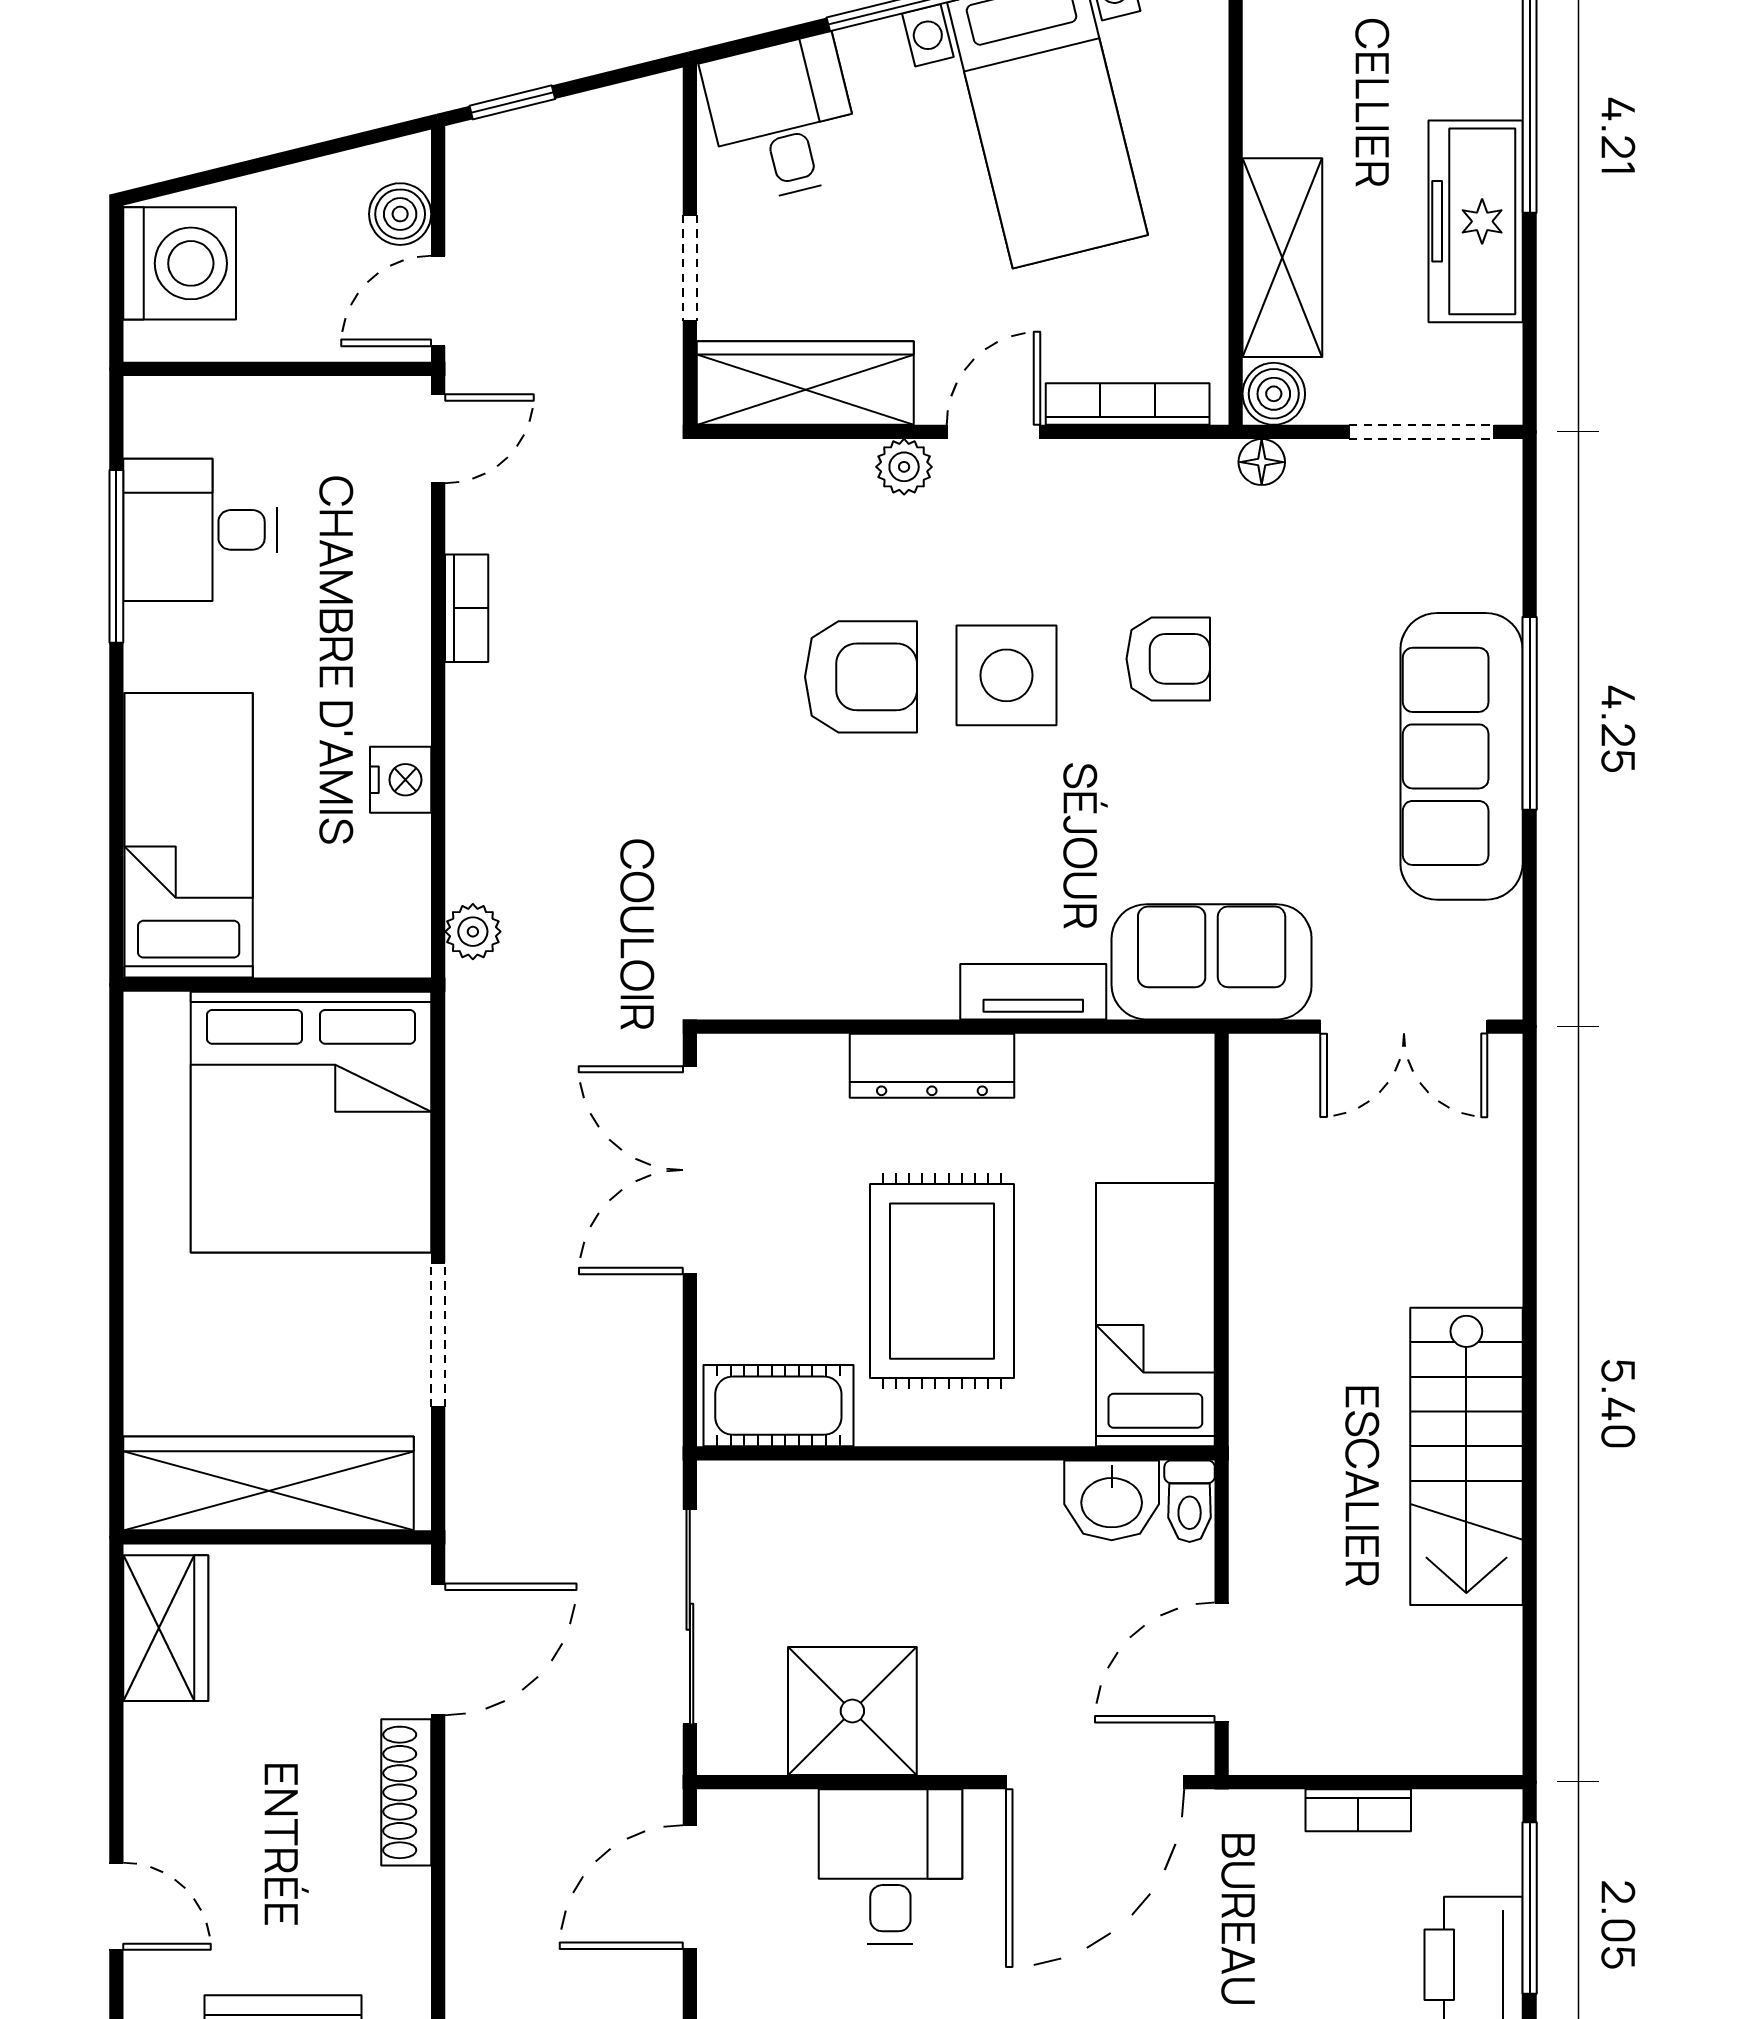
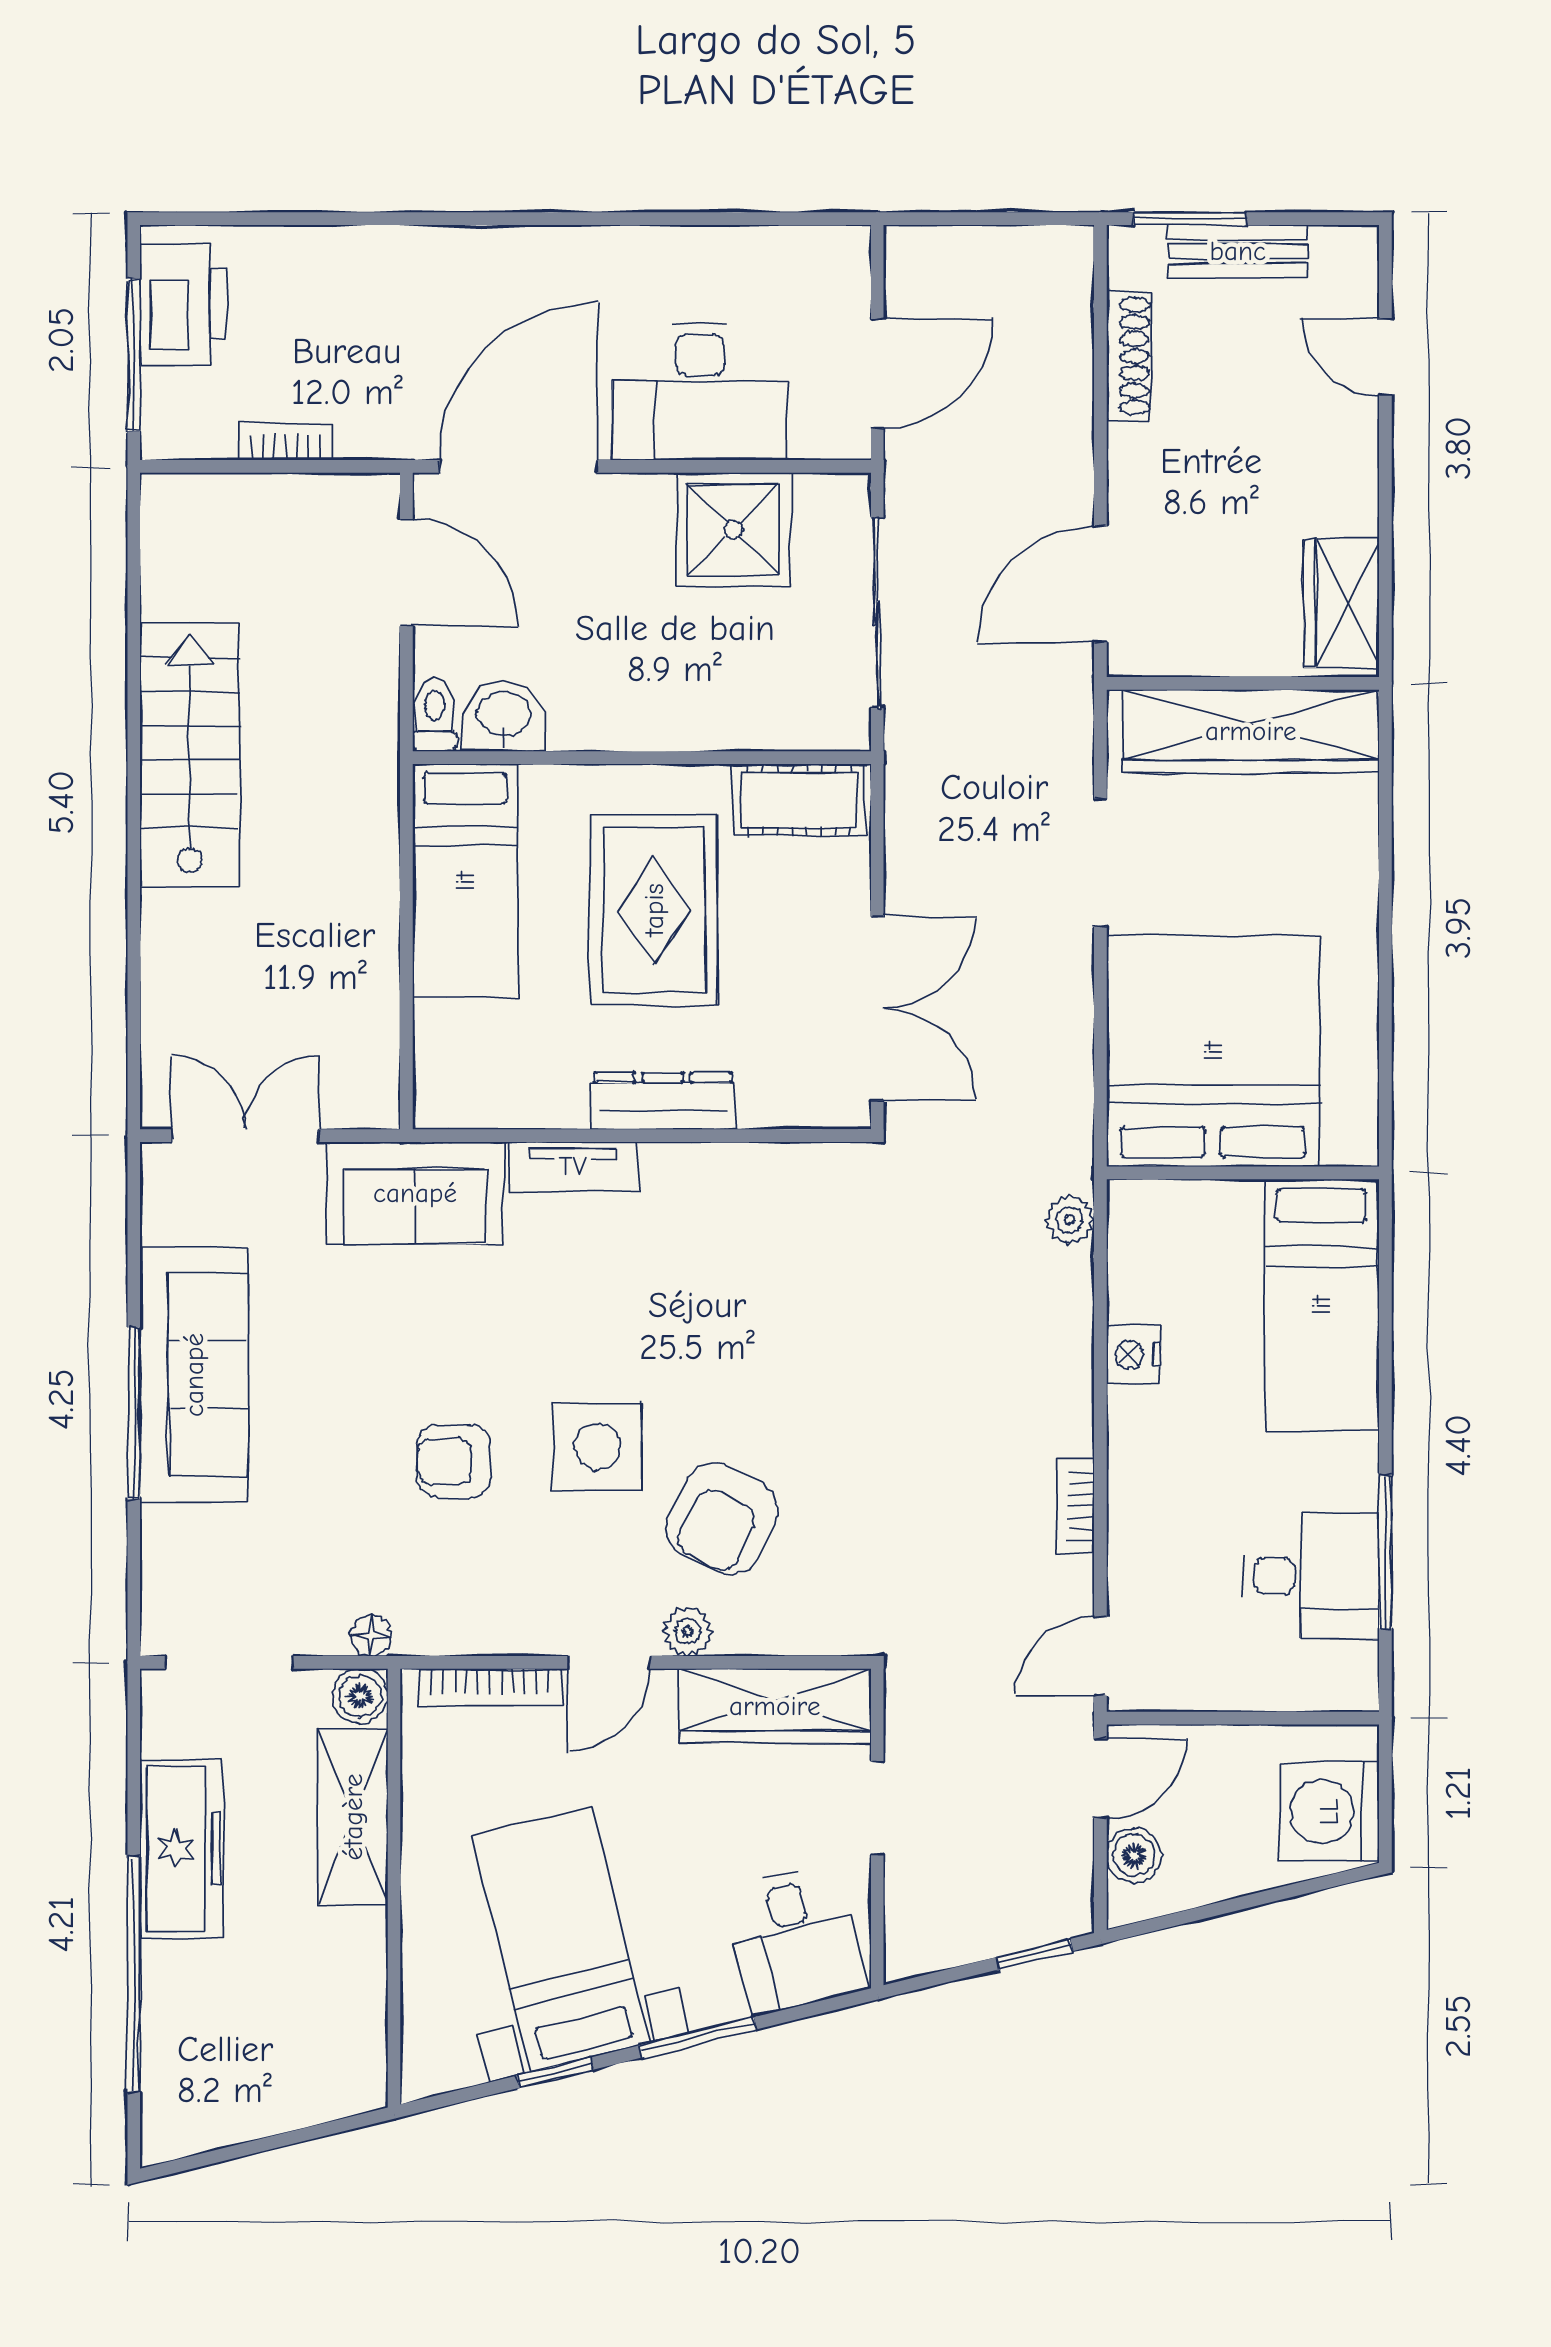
armchair: (861, 677) -> (722, 1519), moved, turned -64
door: (1222, 1663) -> (406, 572), hinge flipped
shoe rack: (406, 1792) -> (1129, 356), moved
desk: (890, 1866) -> (700, 392), width x1.37

